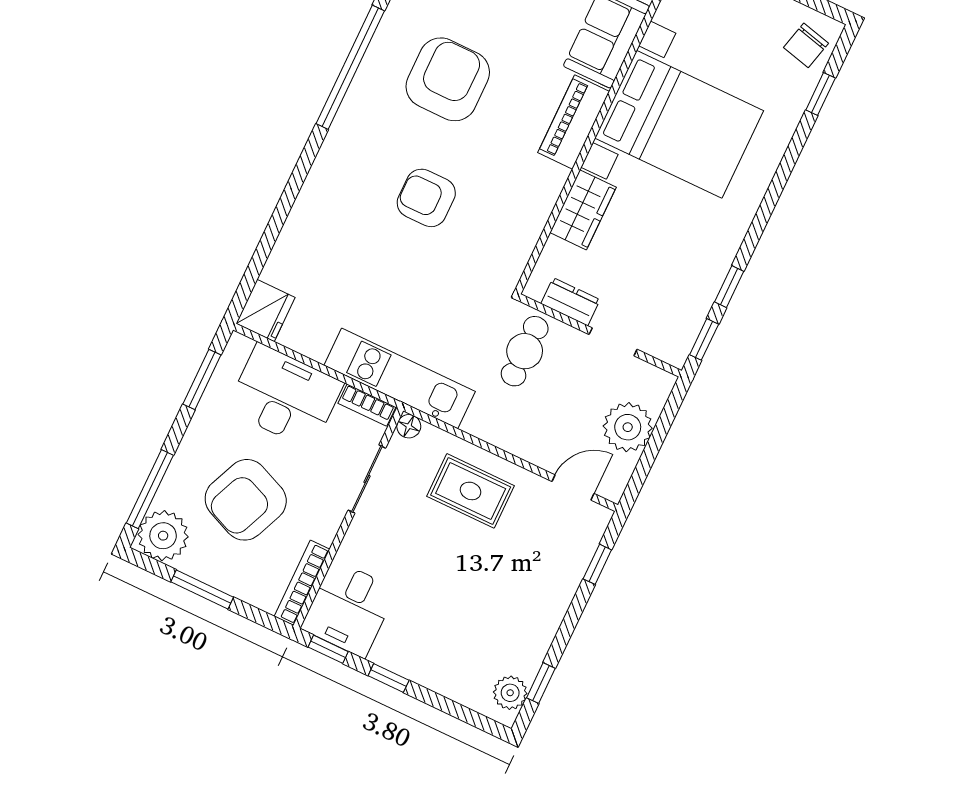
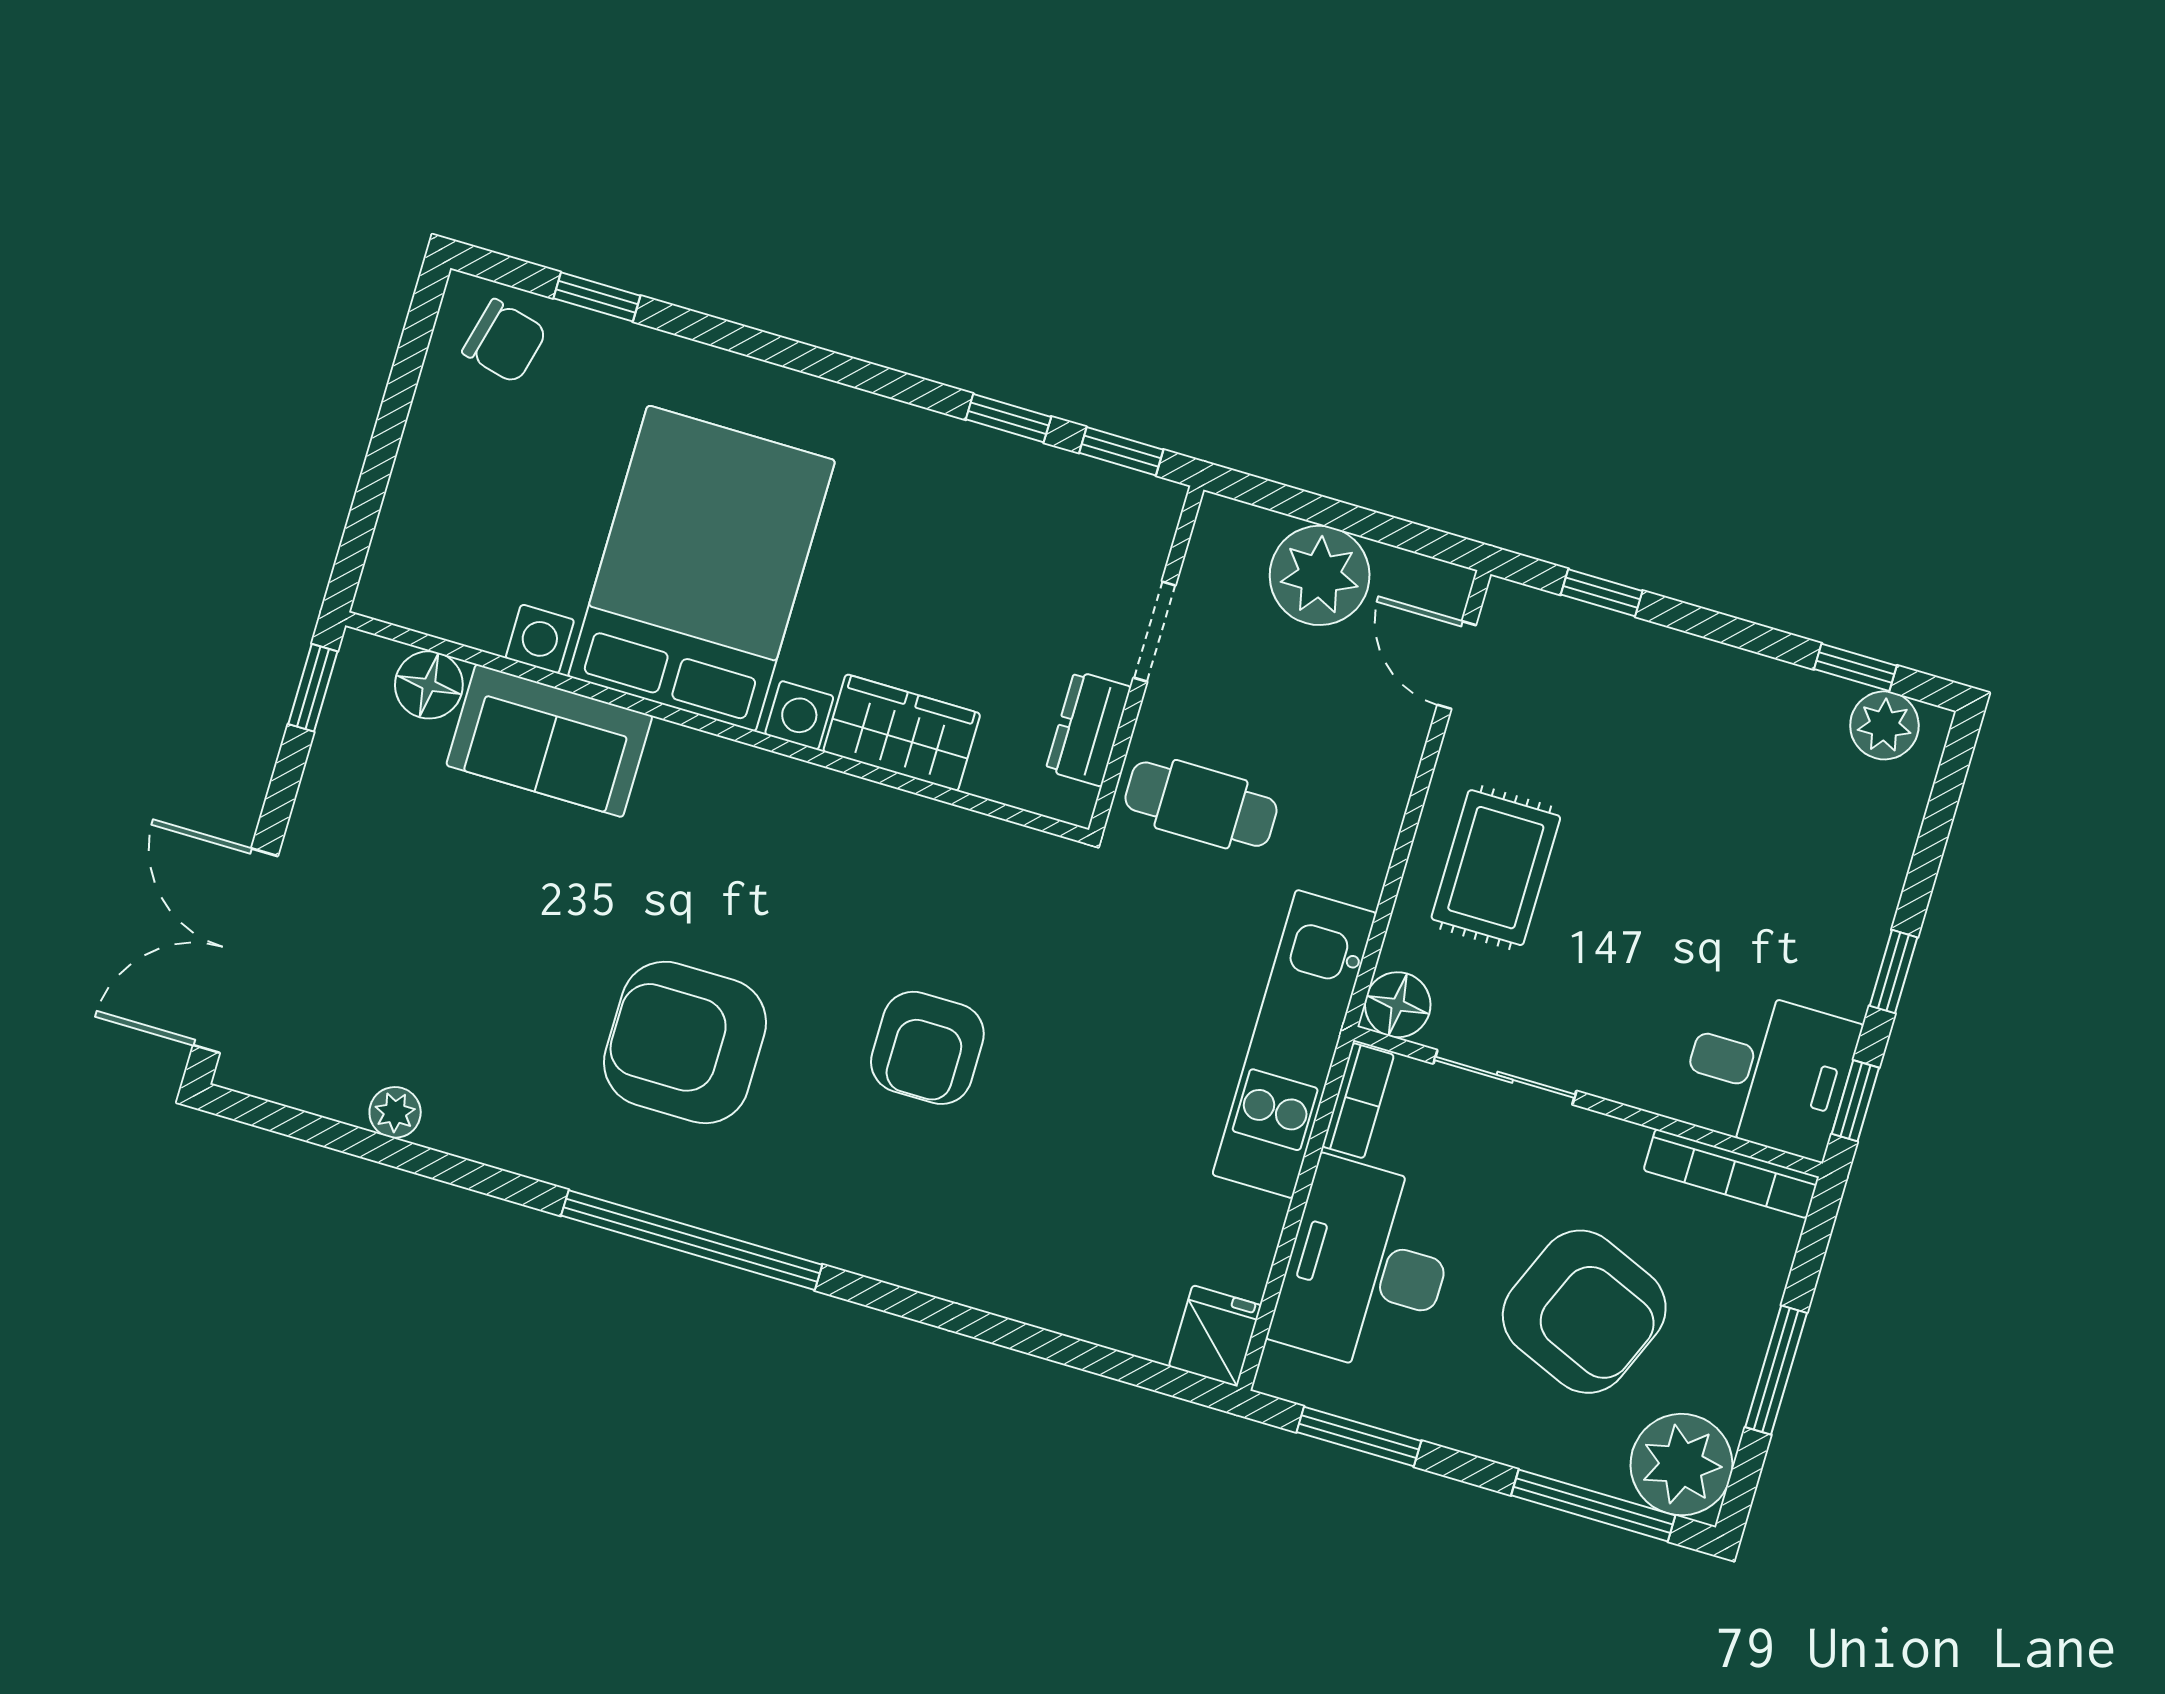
piano: (574, 122) -> (730, 779), removed
fridge: (265, 311) -> (1215, 1336), width x0.72
floor lamp: (409, 426) -> (1398, 1005), width x1.37, depth x1.37

